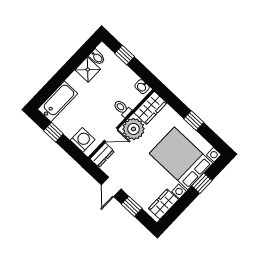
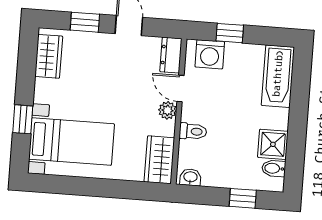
window: (194, 121) -> (94, 187), removed
plant: (134, 129) -> (167, 110), width x0.53, depth x0.53
window: (53, 132) -> (230, 33), moved
door: (111, 135) -> (180, 89), hinge flipped
bed with nightstands: (181, 158) -> (71, 141), width x0.73

